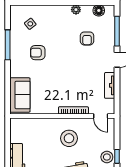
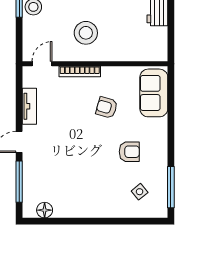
plant: (76, 10) -> (76, 211), removed
armchair: (87, 38) -> (107, 108), moved, turned -74
window: (8, 45) -> (171, 187), moved
door: (101, 116) -> (42, 64), hinge flipped

